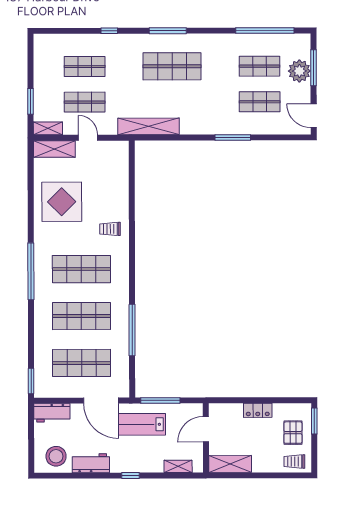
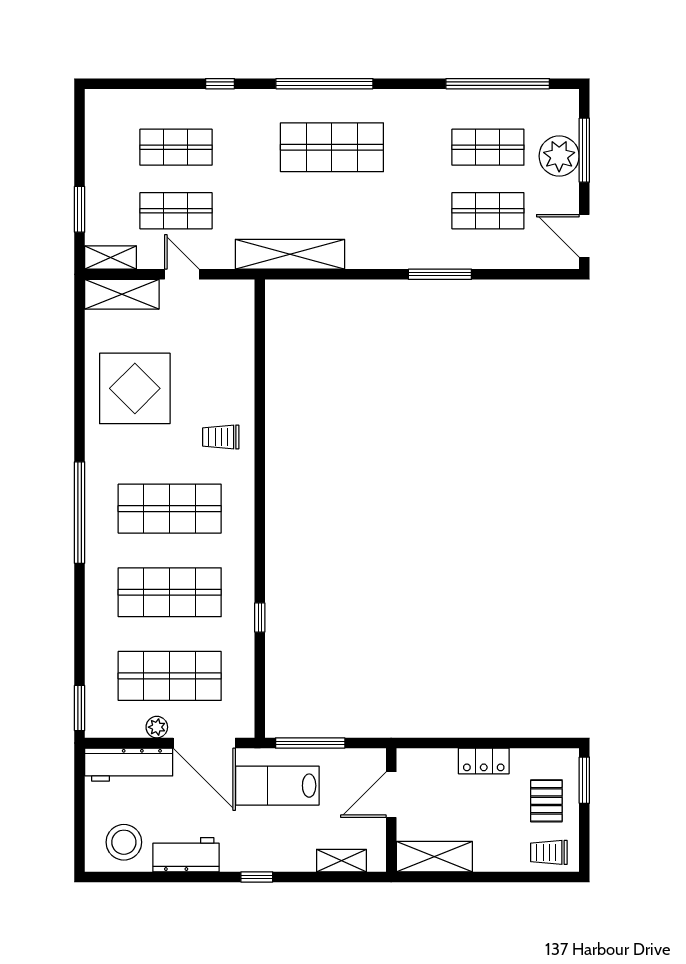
window: (168, 31) -> (324, 84), width x1.46
window: (132, 330) -> (260, 617), width x0.32
plant: (74, 392) -> (157, 727), added
workbench: (52, 413) -> (129, 765), width x1.38

